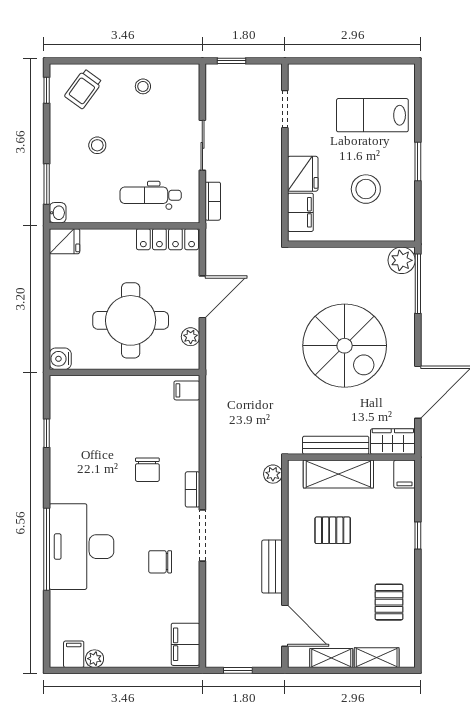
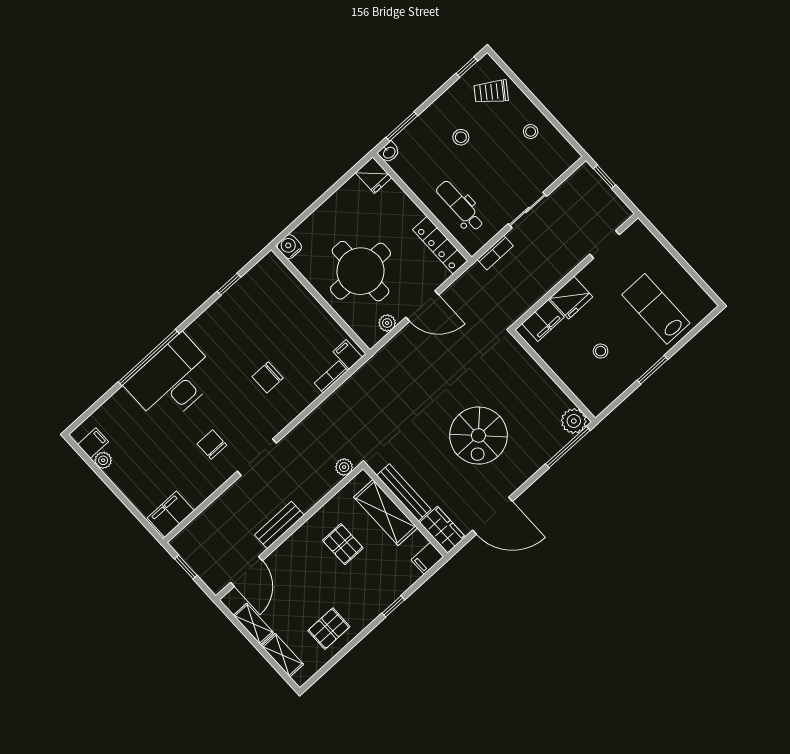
stool: (366, 189) -> (601, 351), width x0.53, depth x0.53
spiral stairs: (345, 346) -> (478, 435), width x0.73, depth x0.73
bookcase: (193, 489) -> (331, 377), moved

